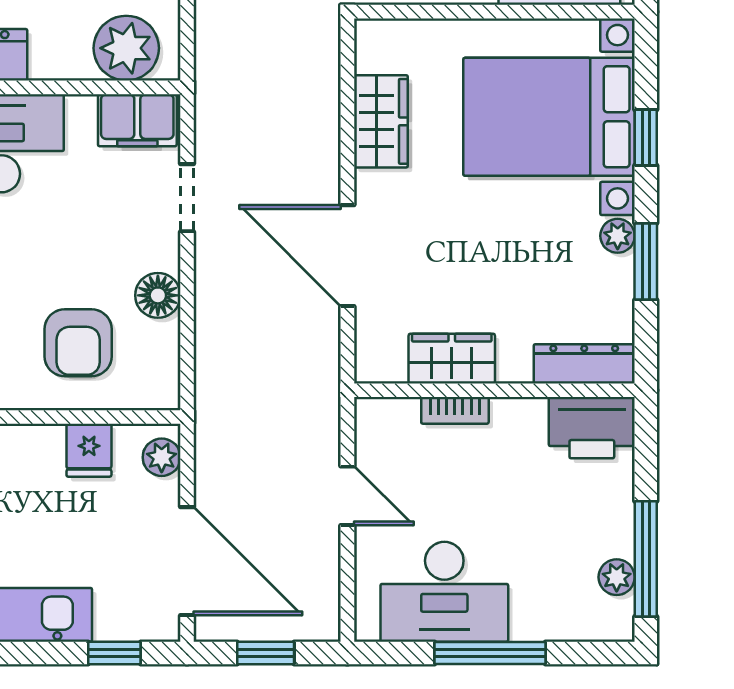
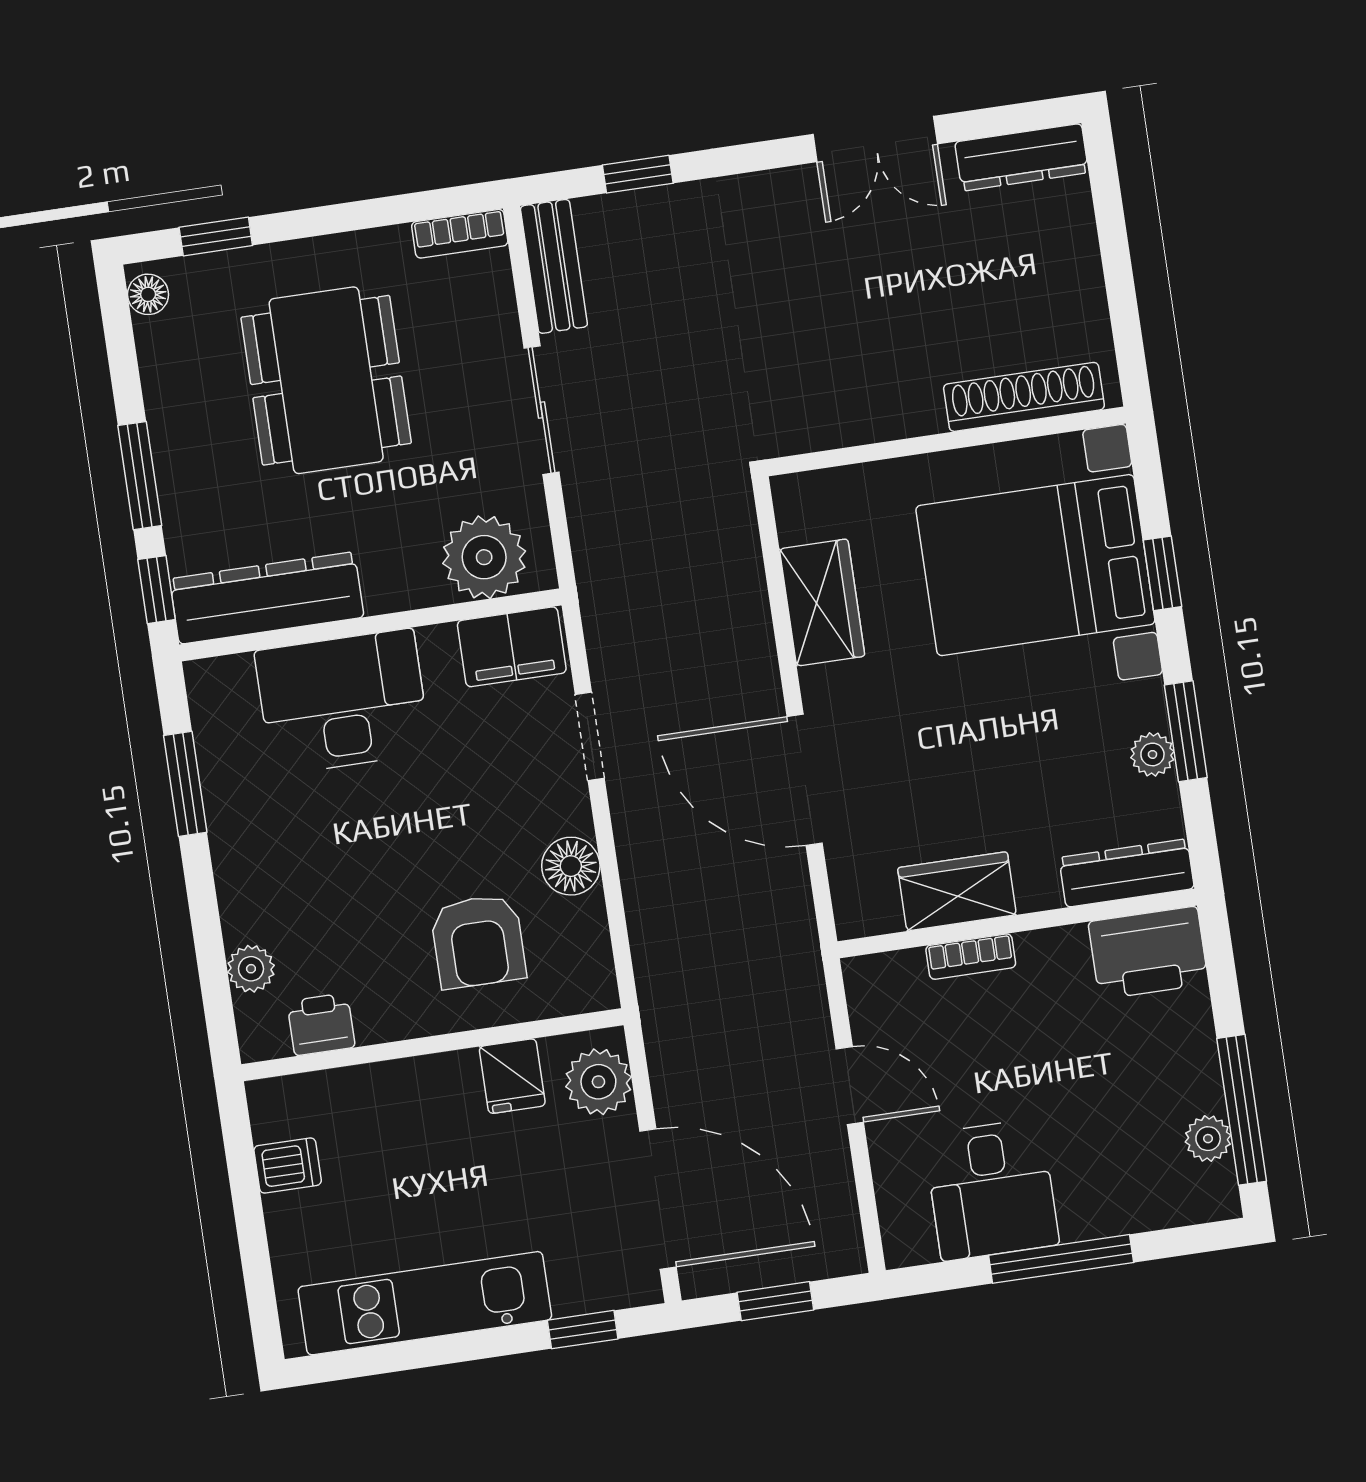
plant: (618, 236) -> (1152, 754), moved
plant: (162, 457) -> (598, 1082), width x1.38, depth x1.38
desk: (444, 592) -> (991, 1190), width x0.73

